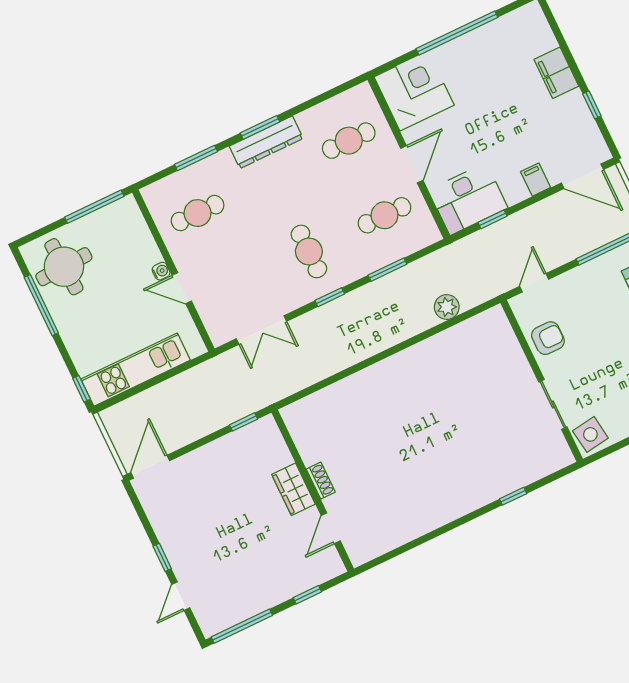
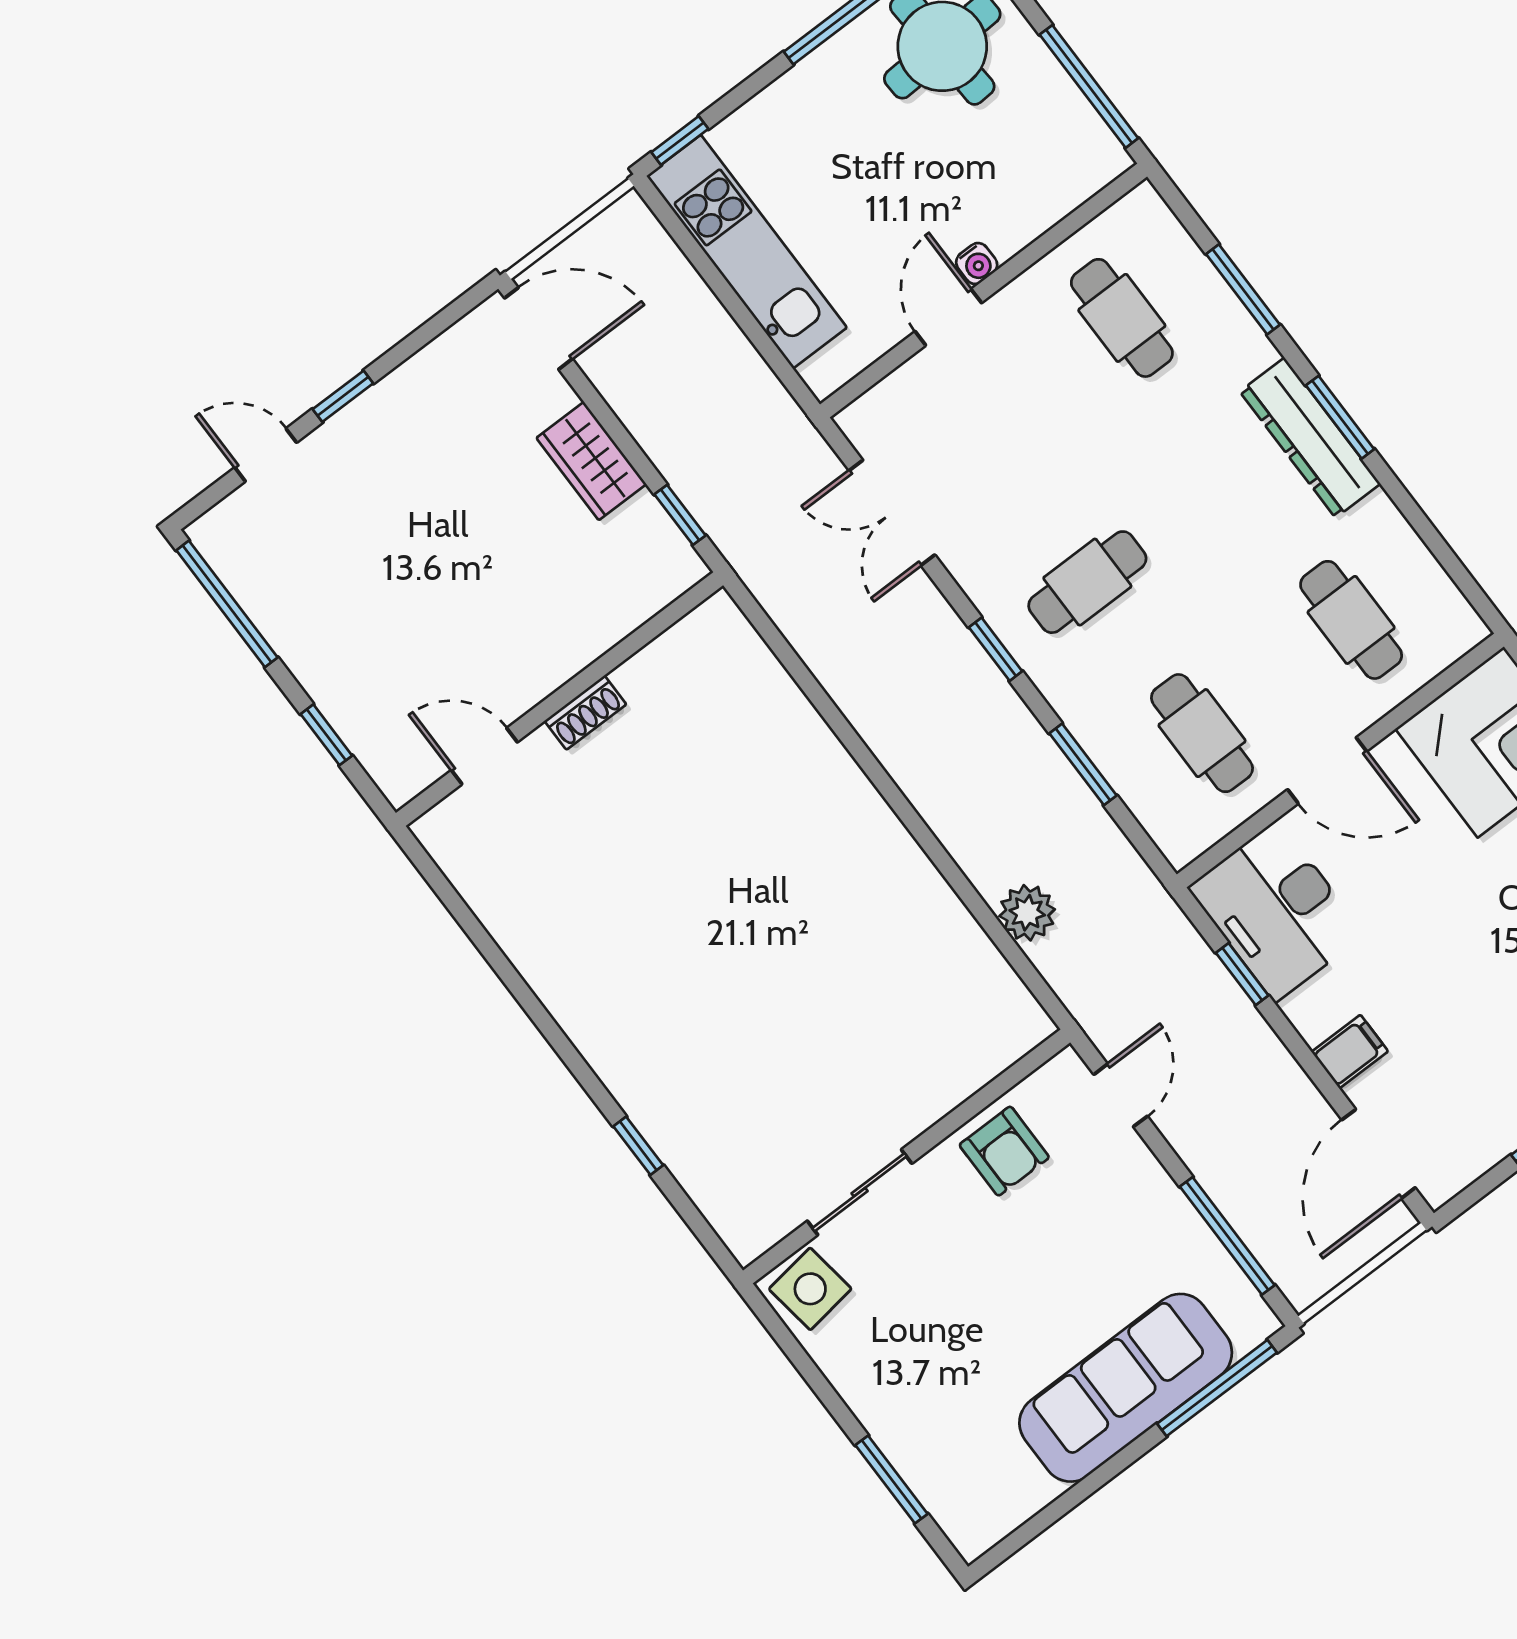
door: (534, 283) -> (1121, 1095), hinge flipped
wardrobe: (293, 489) -> (591, 461), moved, turned -90

